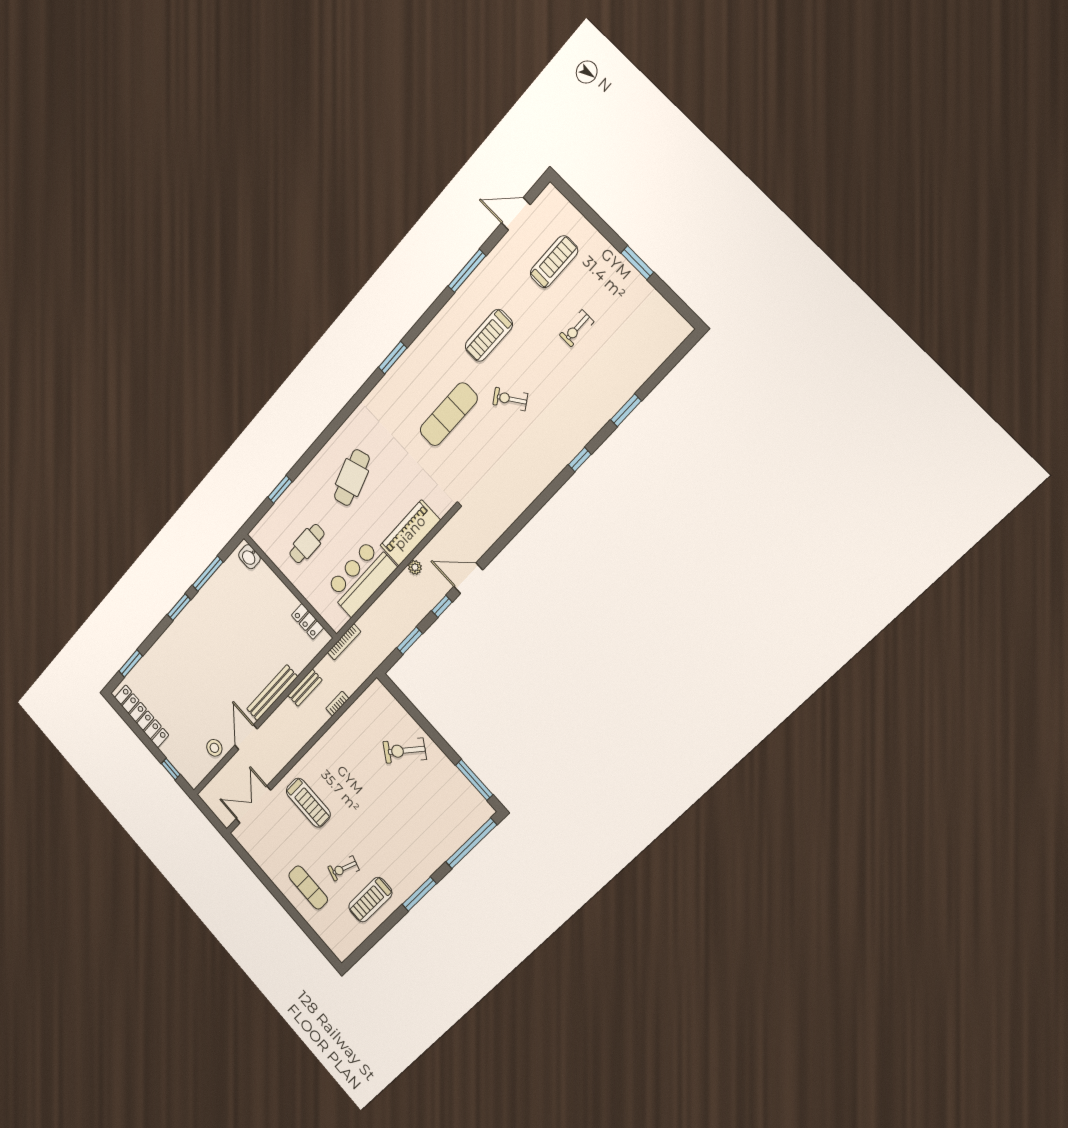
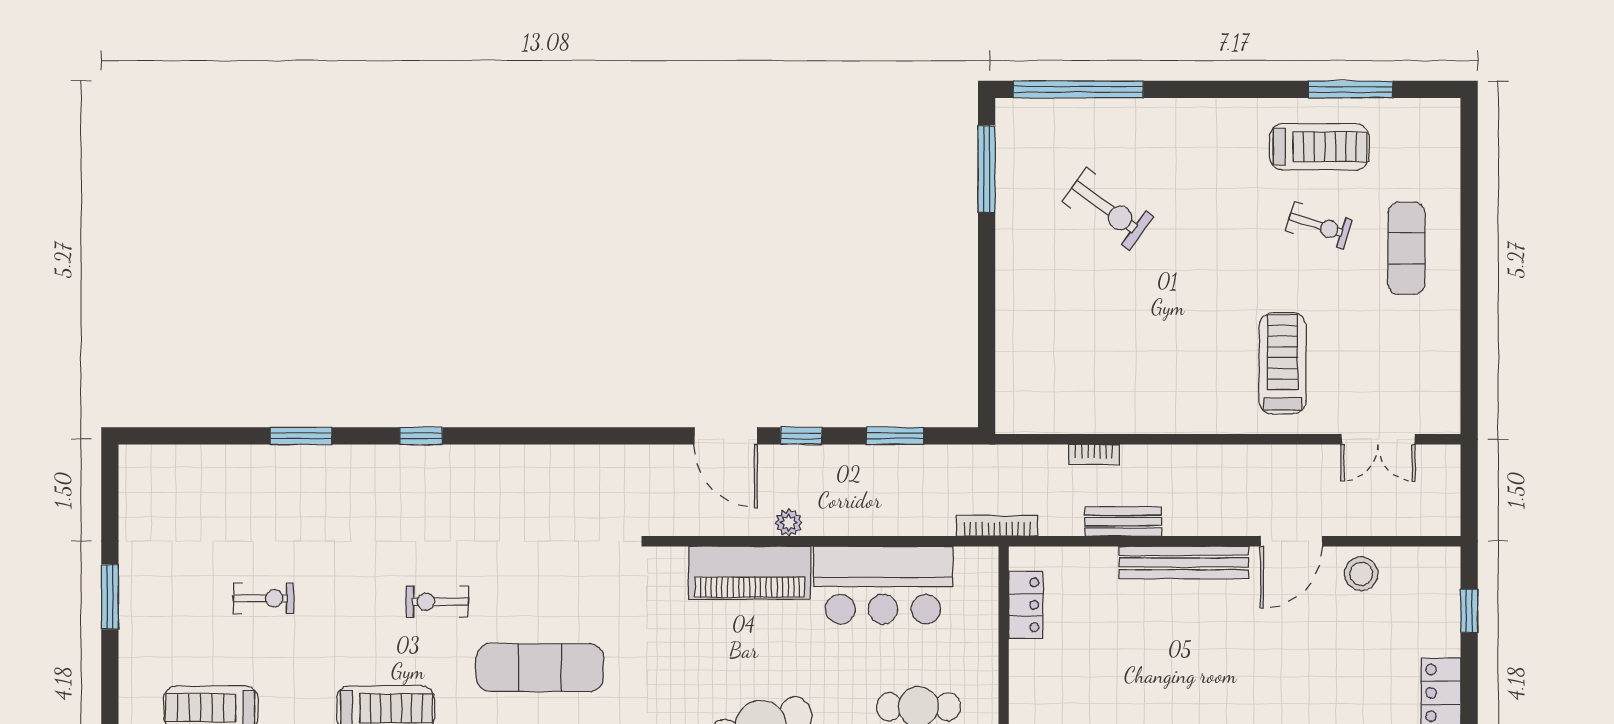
exercise bike: (510, 399) -> (437, 602), turned 124
exercise bike: (405, 751) -> (1108, 209), moved
double door: (253, 805) -> (1378, 439), width x0.73
window: (419, 894) -> (1351, 89), moved

